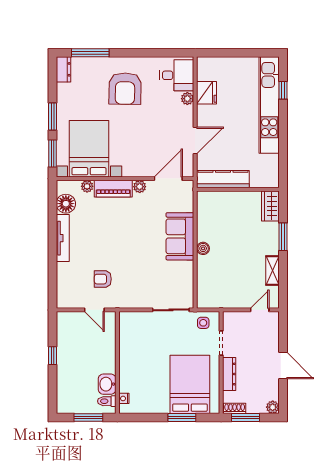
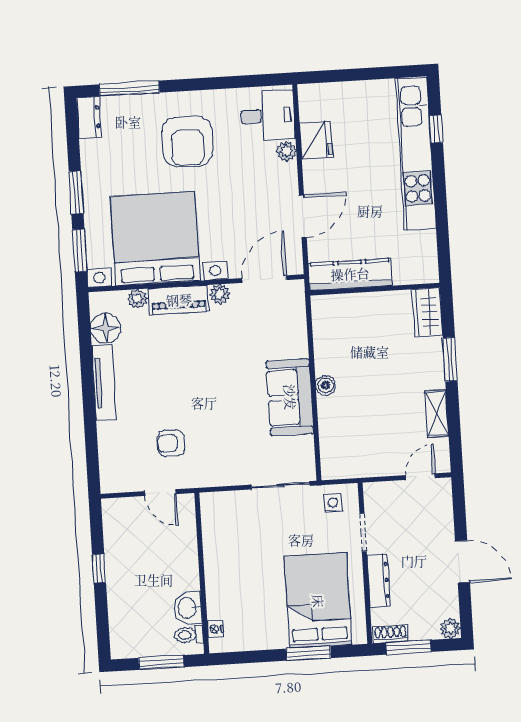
bed with nightstands: (89, 149) -> (155, 238), width x1.36
sofa: (180, 236) -> (290, 397), moved

